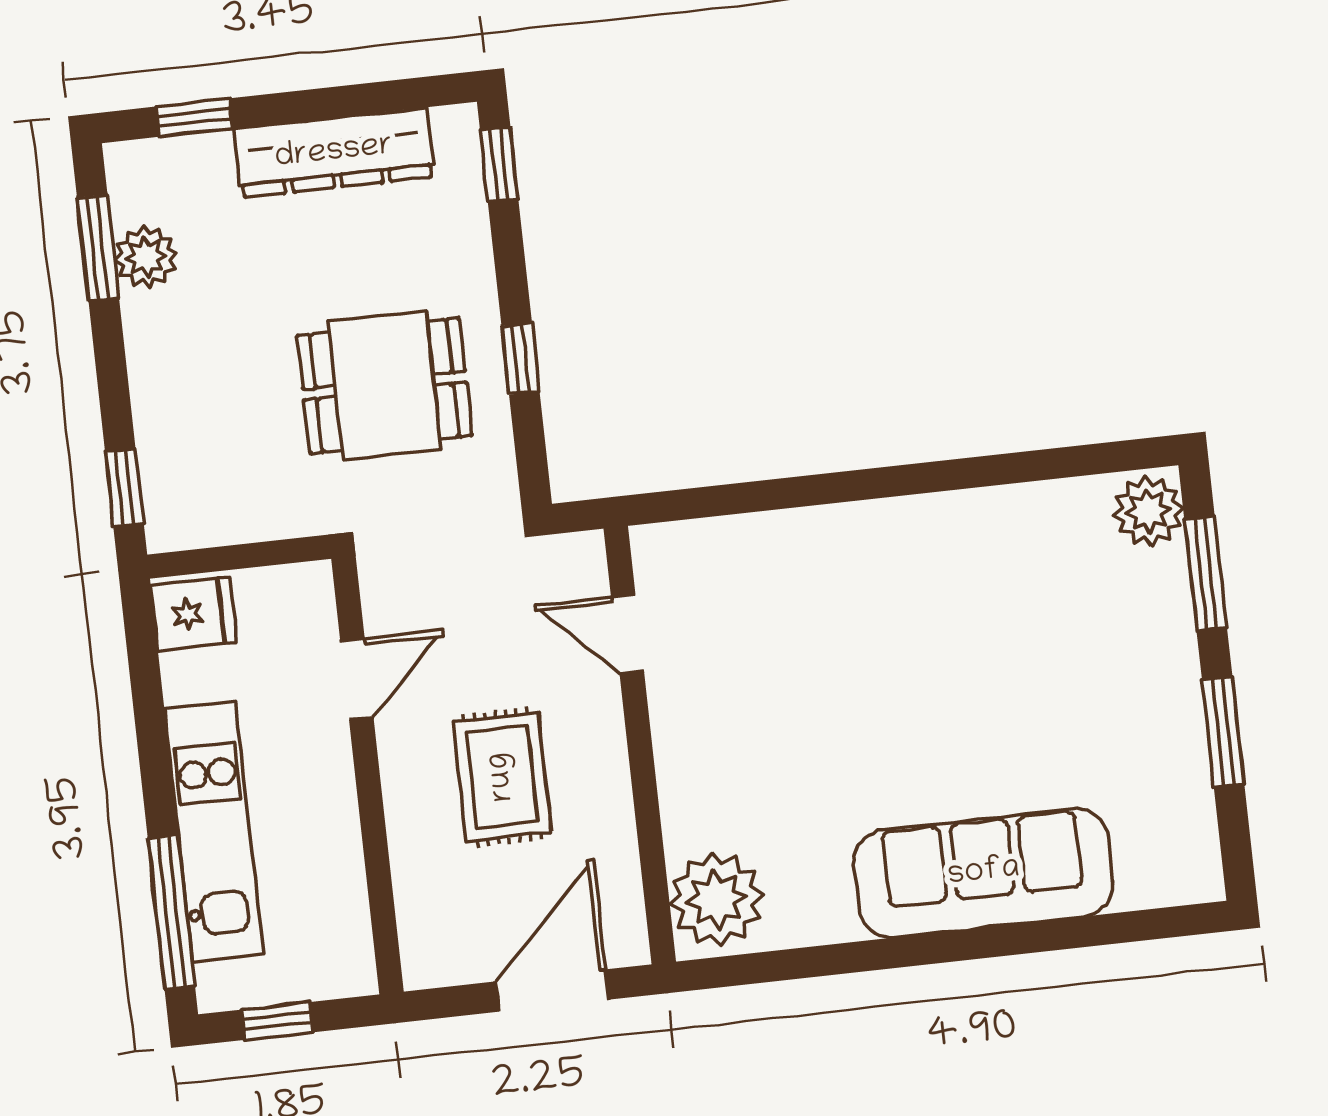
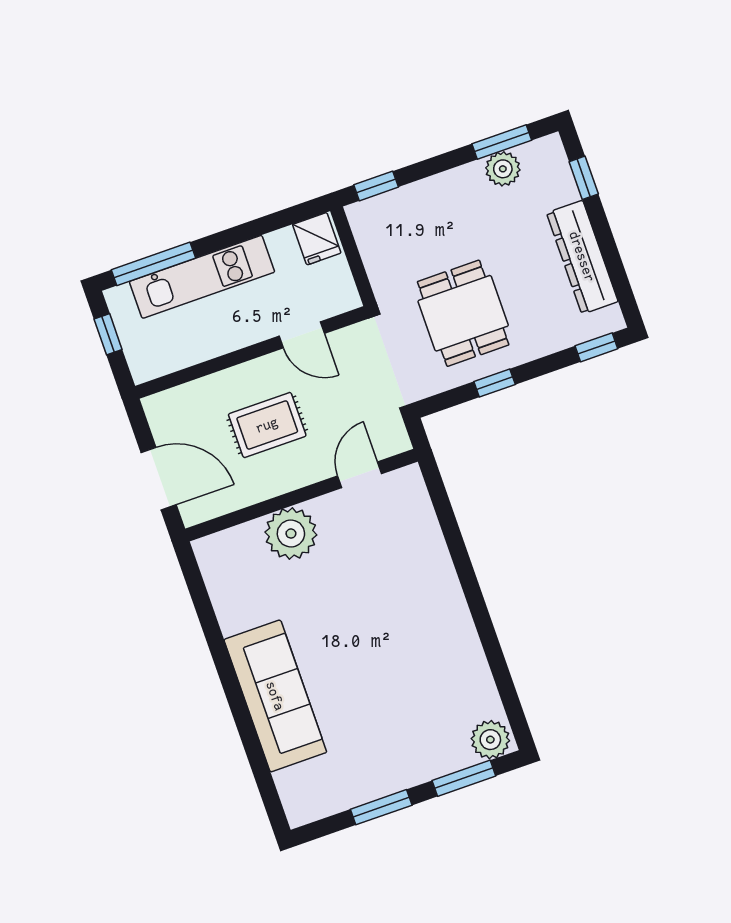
plant: (716, 899) -> (291, 533), moved

